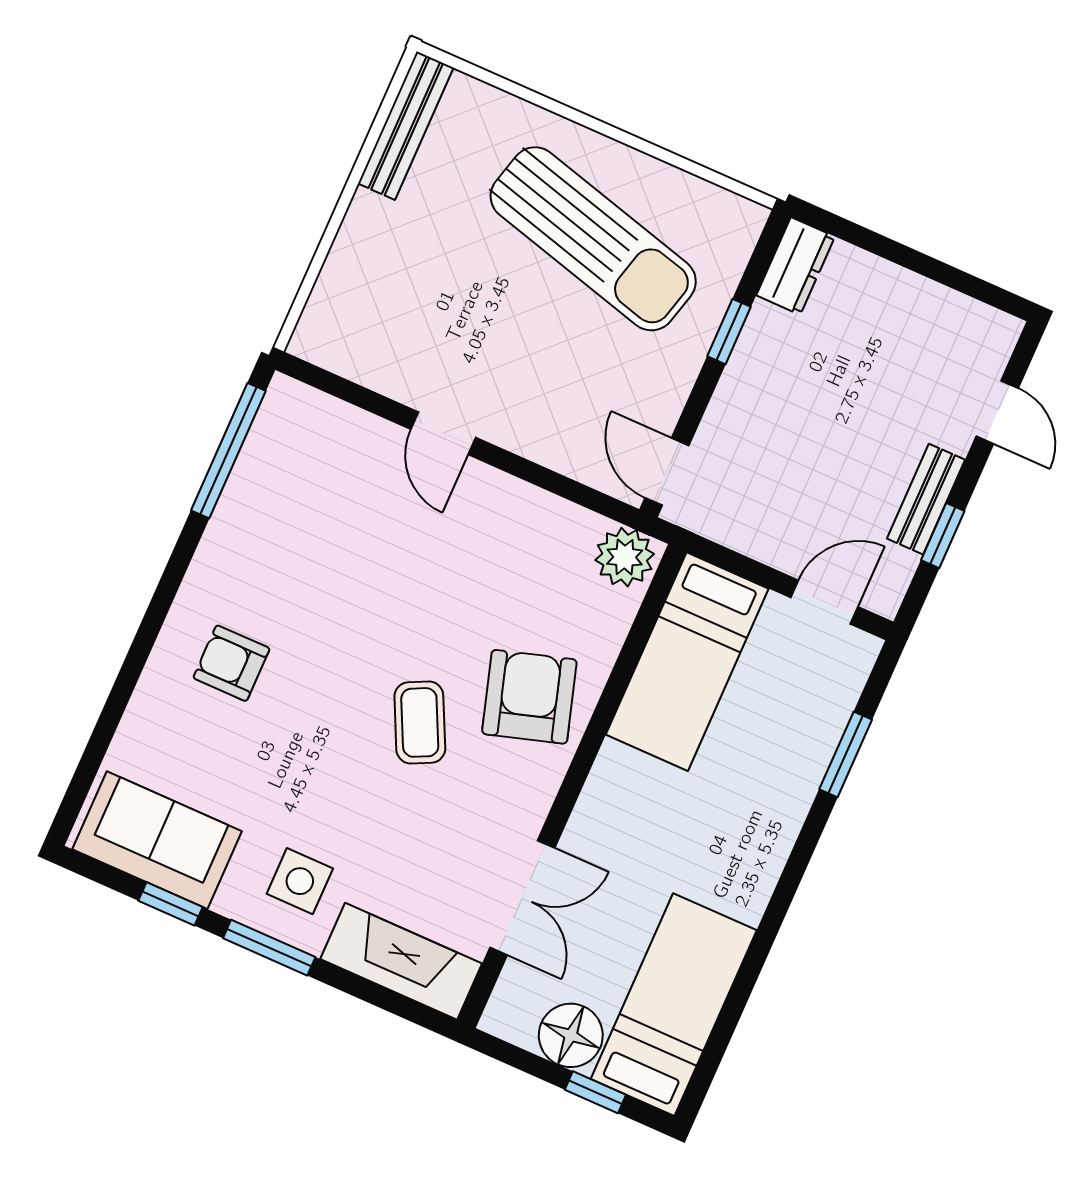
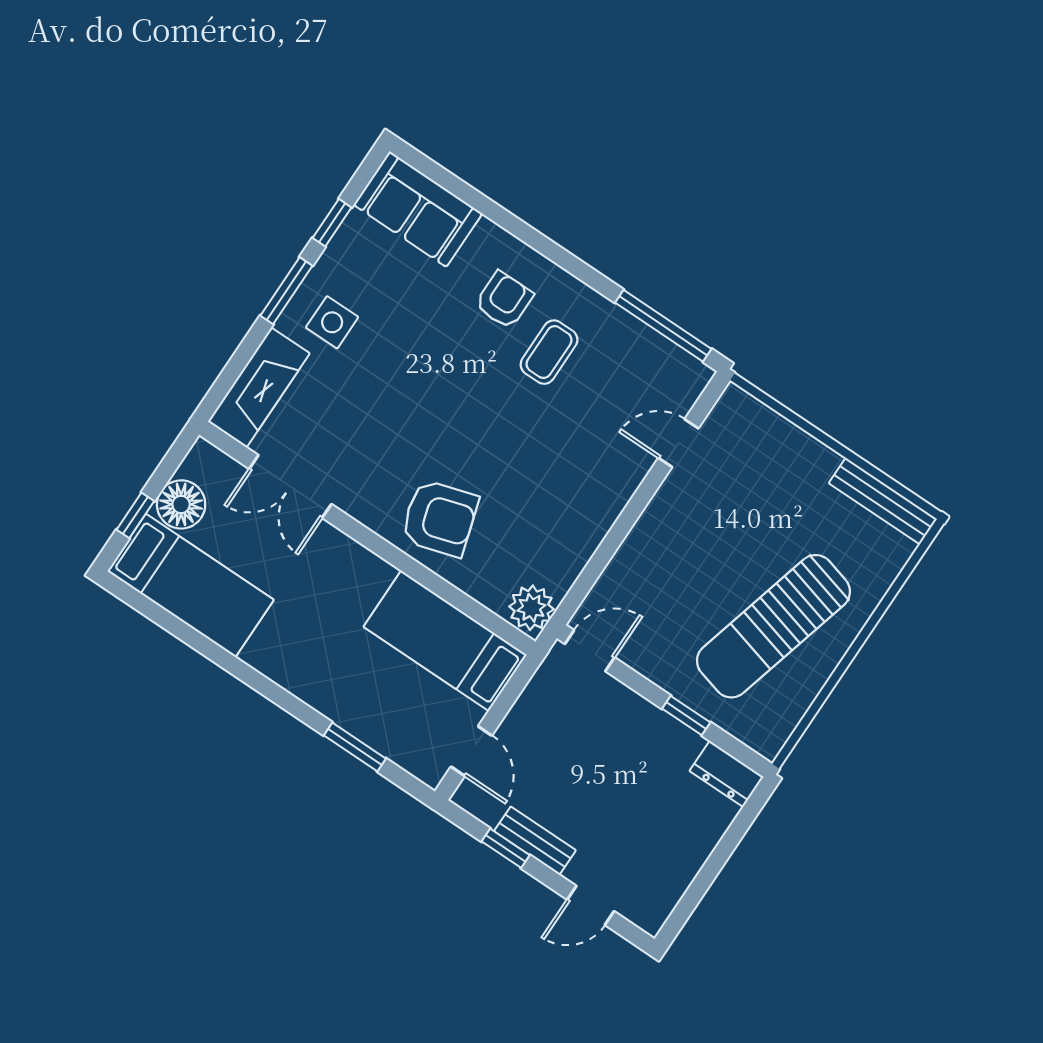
door: (443, 433) -> (678, 443), moved
coffee table: (420, 722) -> (549, 352), moved, turned -64
sofa: (157, 840) -> (418, 209), moved, turned 90

